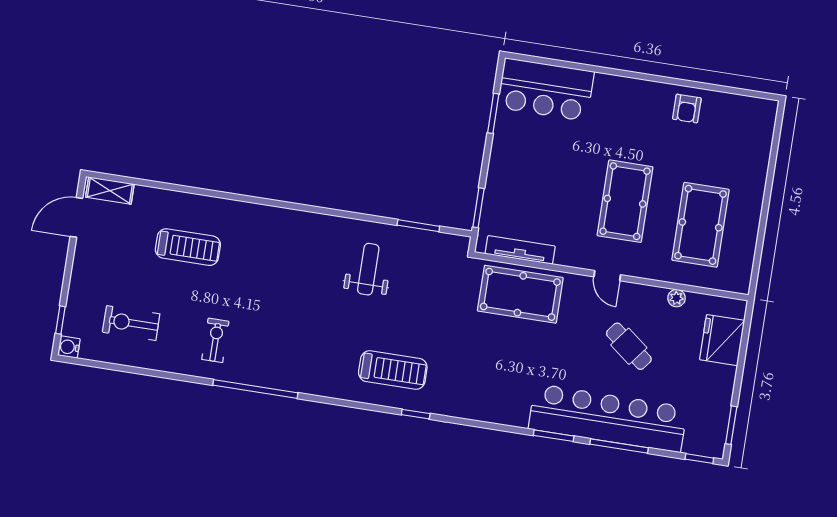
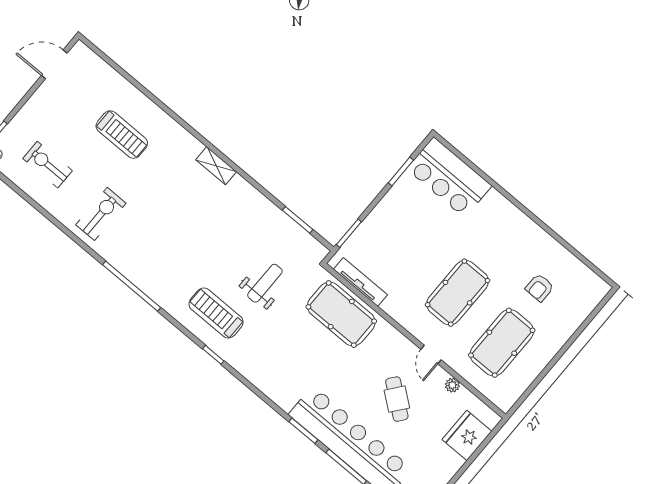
armchair: (687, 109) -> (539, 288), moved
shelving: (110, 191) -> (216, 166), moved
weight bench: (368, 269) -> (265, 283), moved
door: (607, 276) -> (431, 355), moved
exercise bike: (215, 340) -> (101, 214), width x1.38, depth x1.39
treadmill: (393, 370) -> (216, 313), turned 180
window: (255, 389) -> (132, 286), moved

